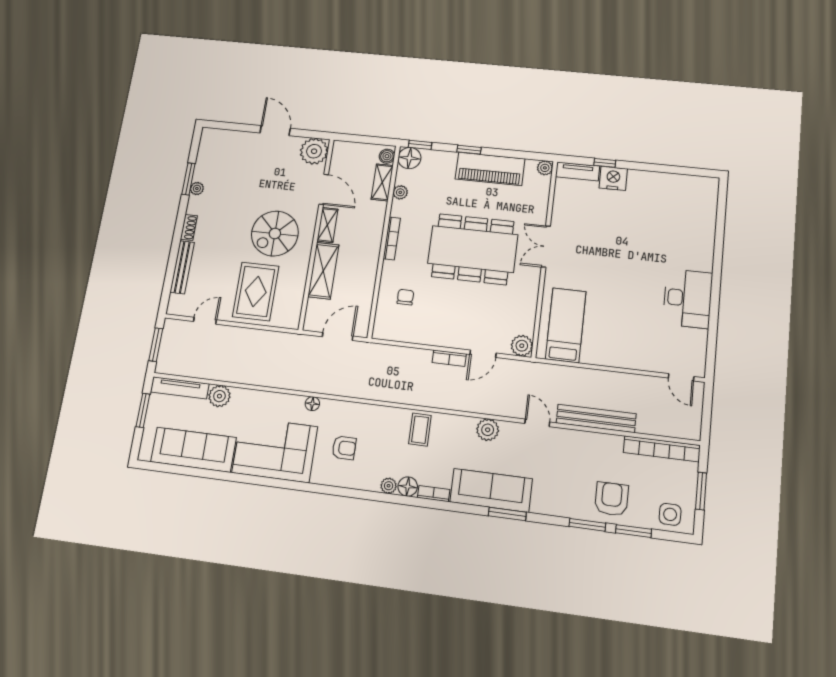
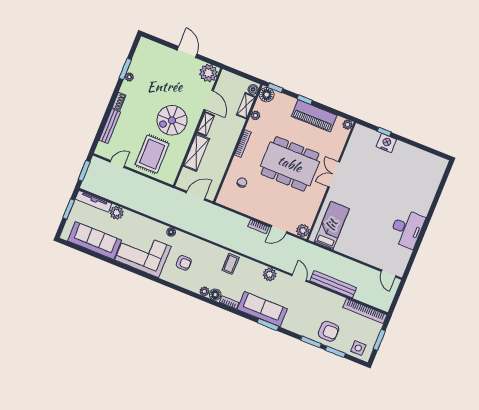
tv unit: (578, 171) -> (366, 133), removed
armchair: (612, 499) -> (329, 331), turned 90

